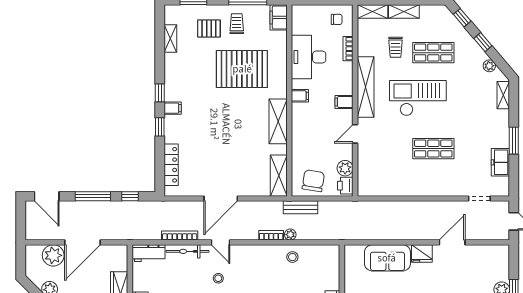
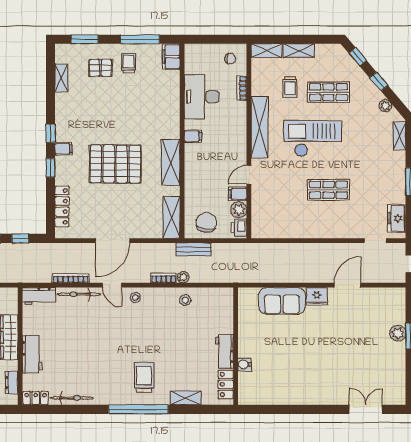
pallet: (242, 69) -> (115, 164), moved
filing cabinet: (344, 102) -> (238, 194), moved
freezer: (500, 162) -> (397, 218), moved
stool: (218, 278) -> (135, 298), moved

